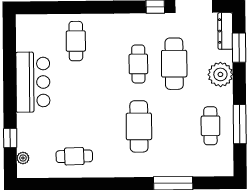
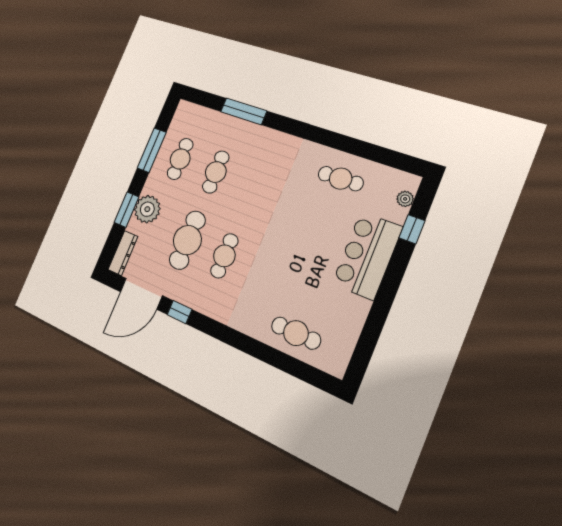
cafe table: (76, 41) -> (296, 333), moved, turned 90
window: (239, 48) -> (126, 210), moved
bar counter: (33, 82) -> (367, 255), moved
cafe table: (139, 126) -> (216, 172), moved, width x0.73, depth x0.74

